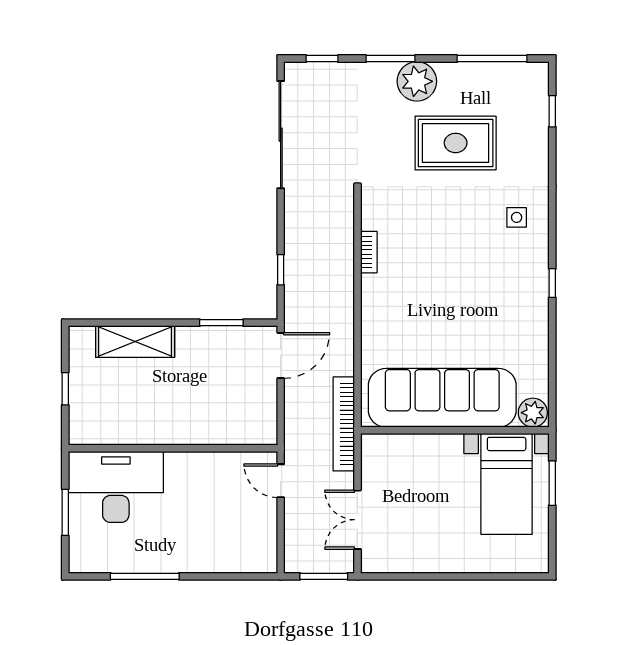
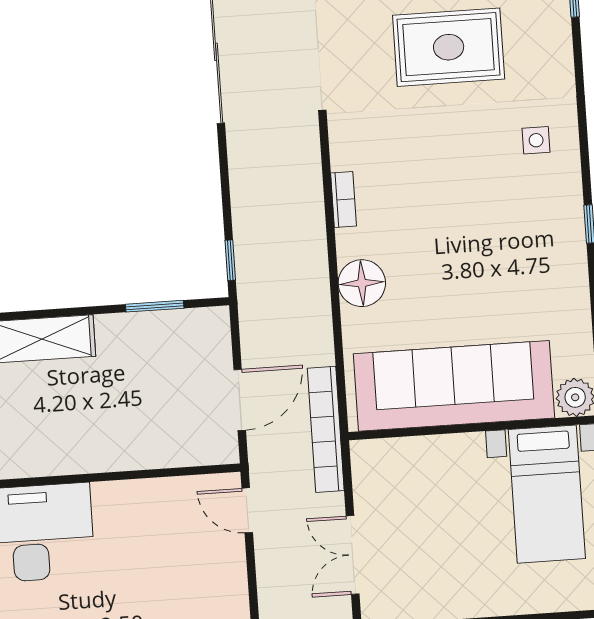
window: (281, 270) -> (230, 260), moved
floor lamp: (378, 316) -> (362, 283), added
door: (281, 356) -> (240, 400), moved

